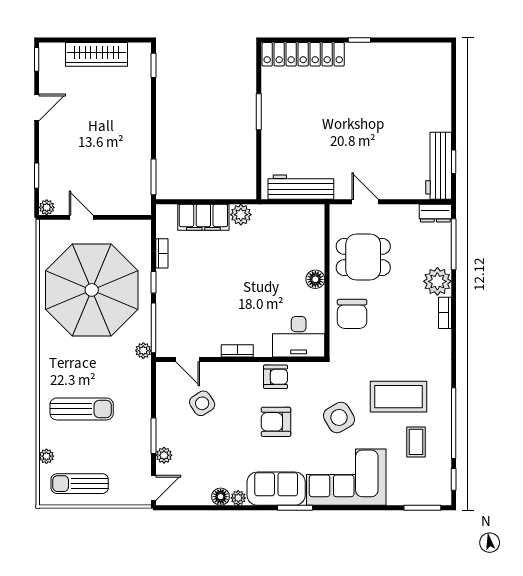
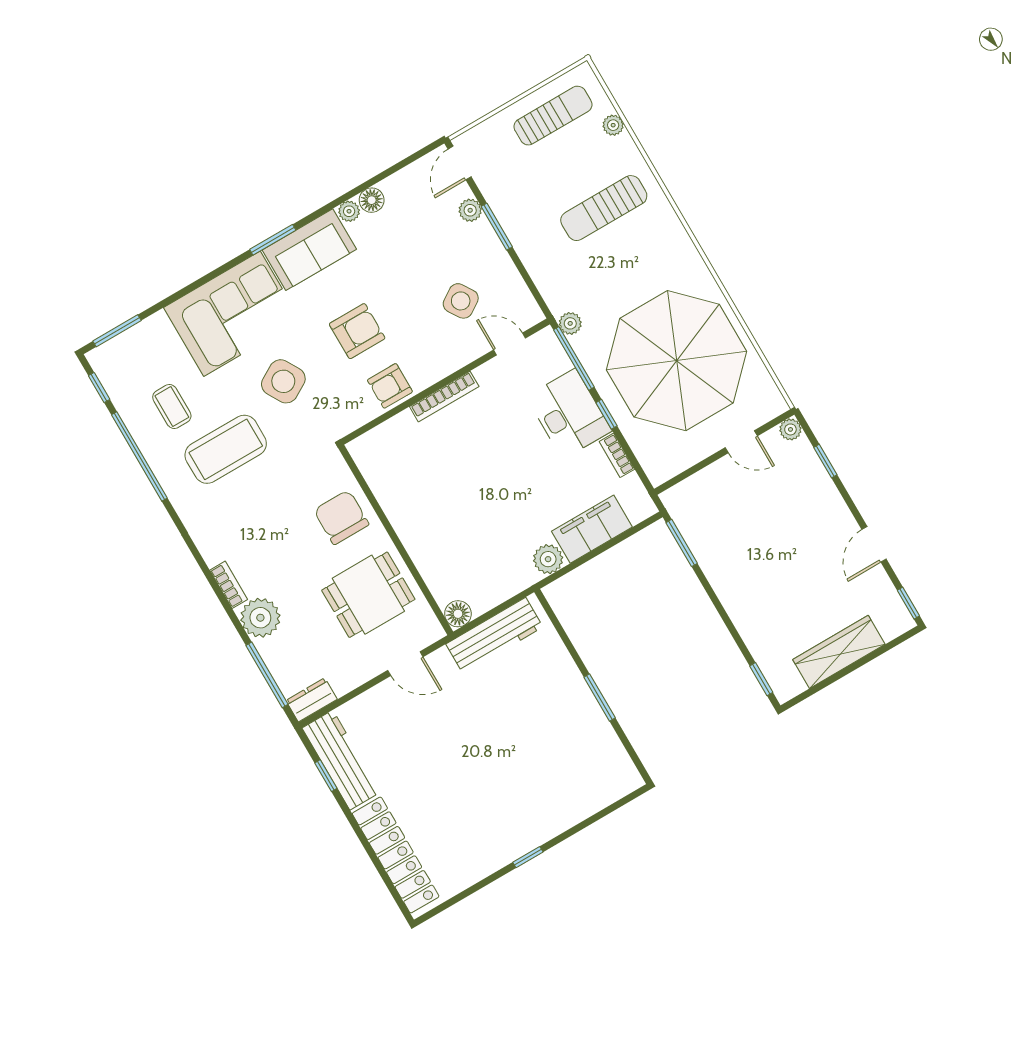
locker: (303, 54) -> (396, 855), moved, turned 90
floor lamp: (315, 279) -> (458, 614), moved
desk: (299, 337) -> (569, 414), moved, turned 90
bookcase: (237, 351) -> (444, 397), width x1.56

